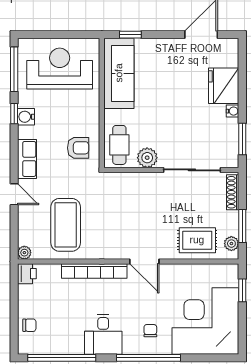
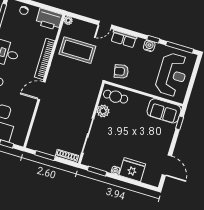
sofa: (119, 73) -> (164, 111), width x0.73
armchair: (78, 148) -> (121, 71), turned 79
rug: (197, 240) -> (45, 126), removed
plant: (231, 244) -> (37, 146), removed
printer: (27, 274) -> (49, 19), width x1.87, depth x1.48

